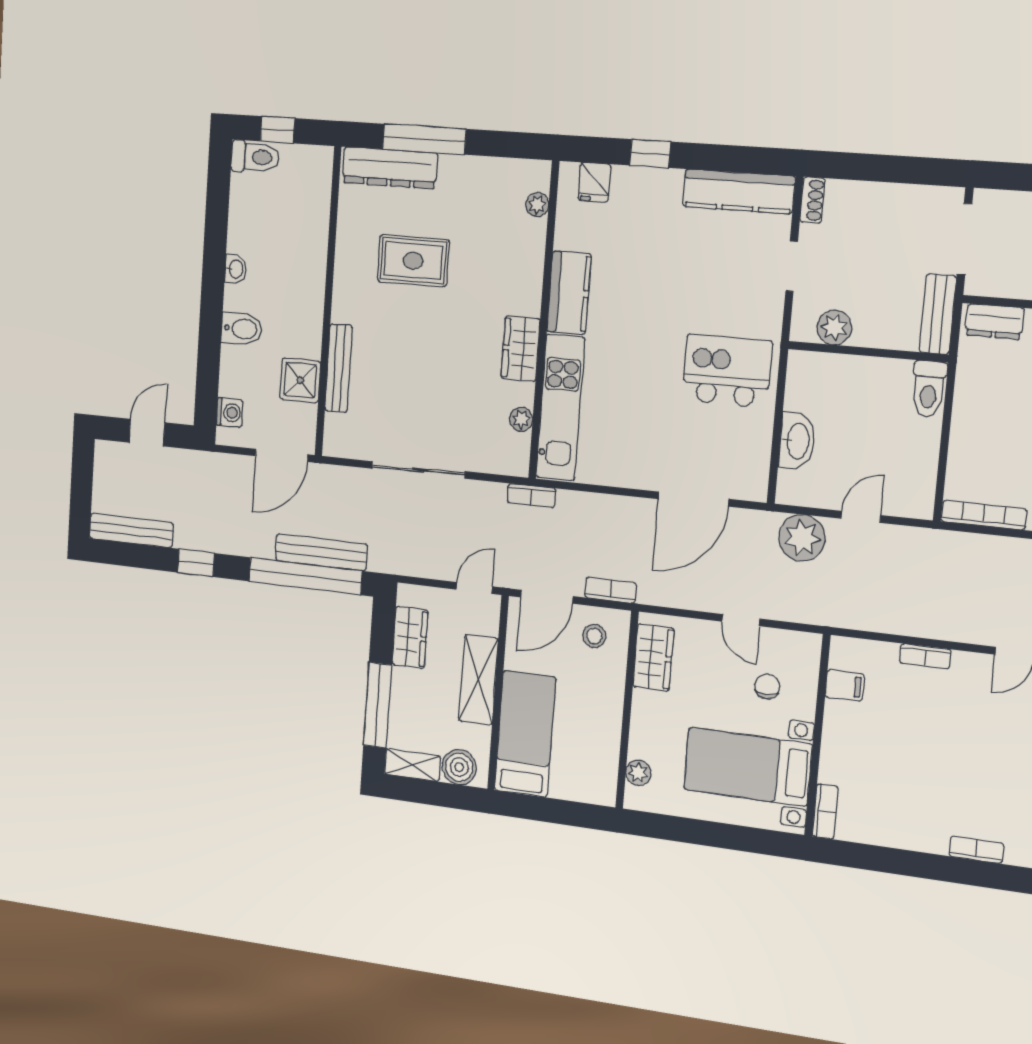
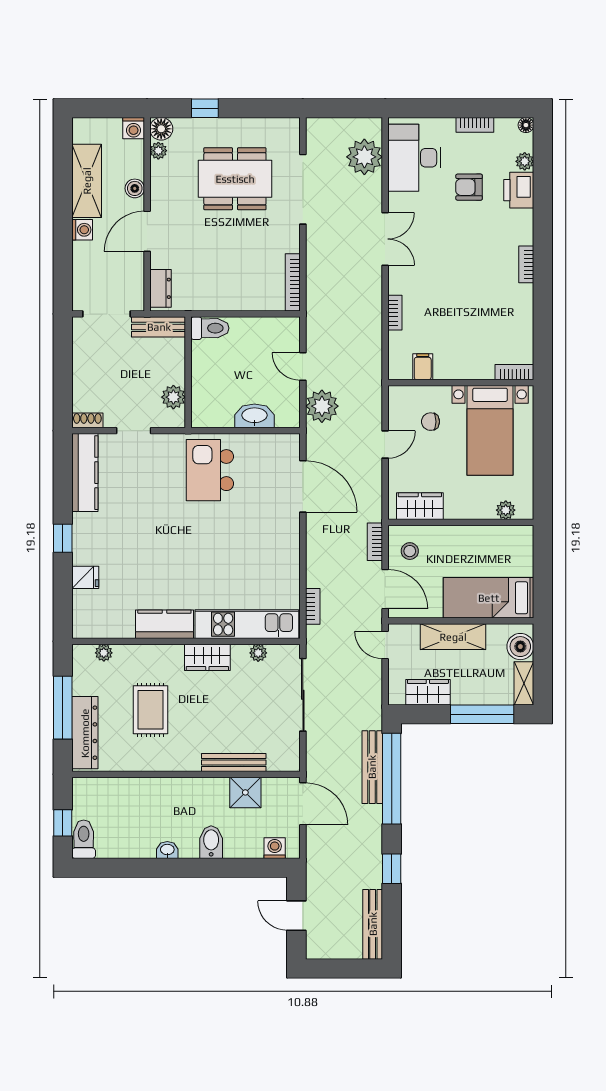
plant: (537, 205) -> (104, 653), moved
kitchen counter: (569, 293) -> (164, 624), moved
wall: (544, 321) -> (186, 641), moved
wardrobe: (521, 349) -> (207, 657), moved
kitchen unit: (560, 407) -> (247, 624), moved
plant: (521, 419) -> (258, 653), moved

